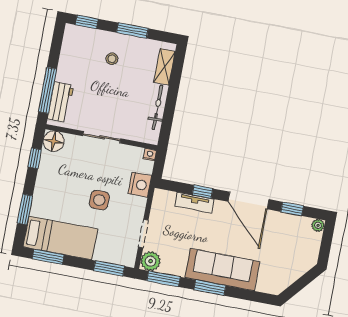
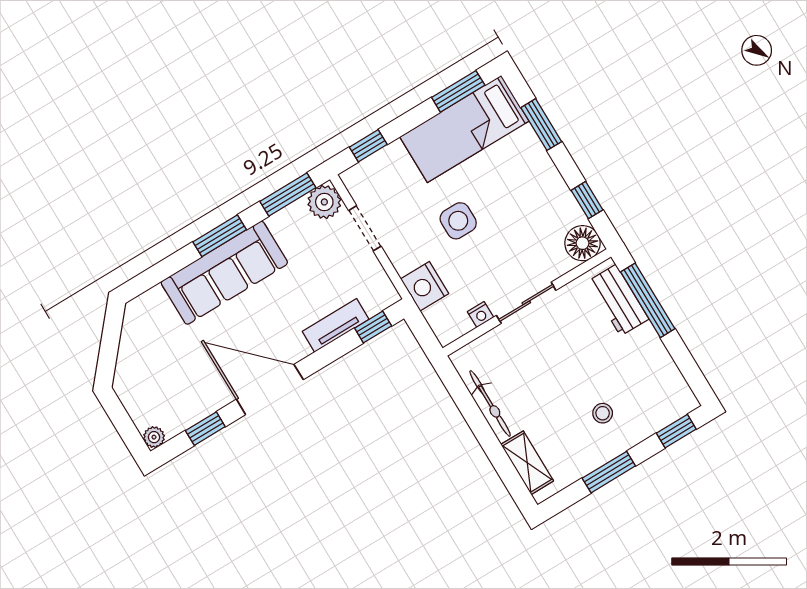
nightstand: (150, 155) -> (480, 315), moved
window: (203, 192) -> (373, 327), moved
window: (109, 268) -> (368, 146), width x0.67

